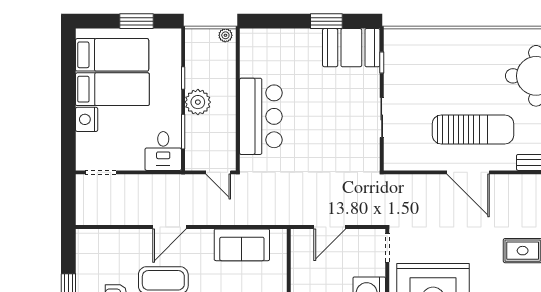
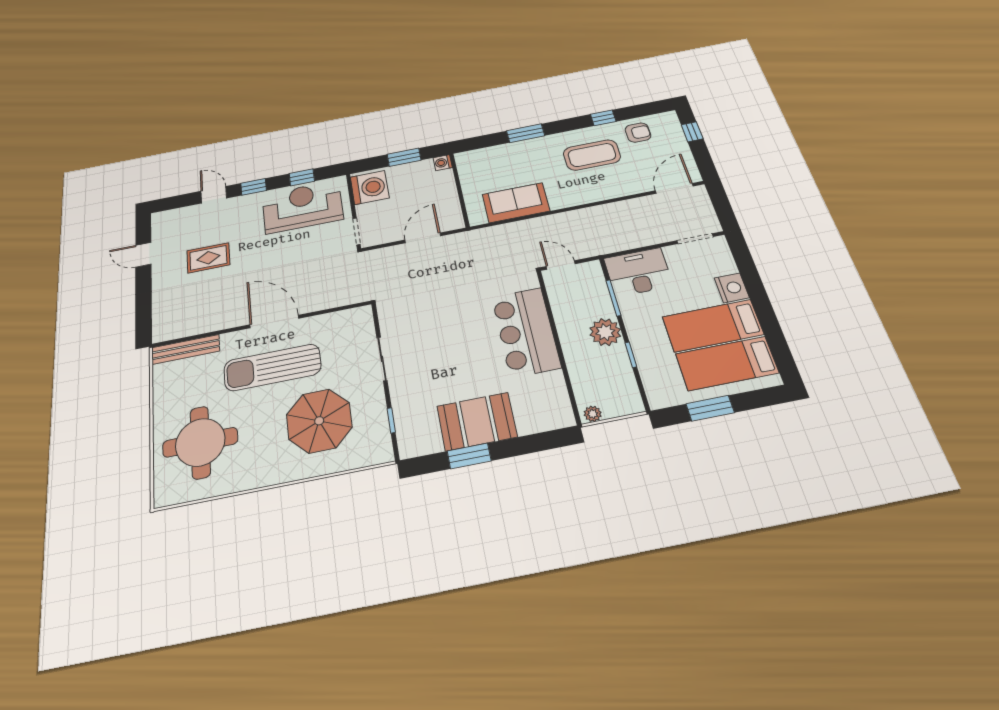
booth: (351, 48) -> (477, 421), moved
parasol: (439, 74) -> (319, 421), added
desk: (163, 151) -> (638, 272), width x1.37
door: (170, 227) -> (674, 188), moved

